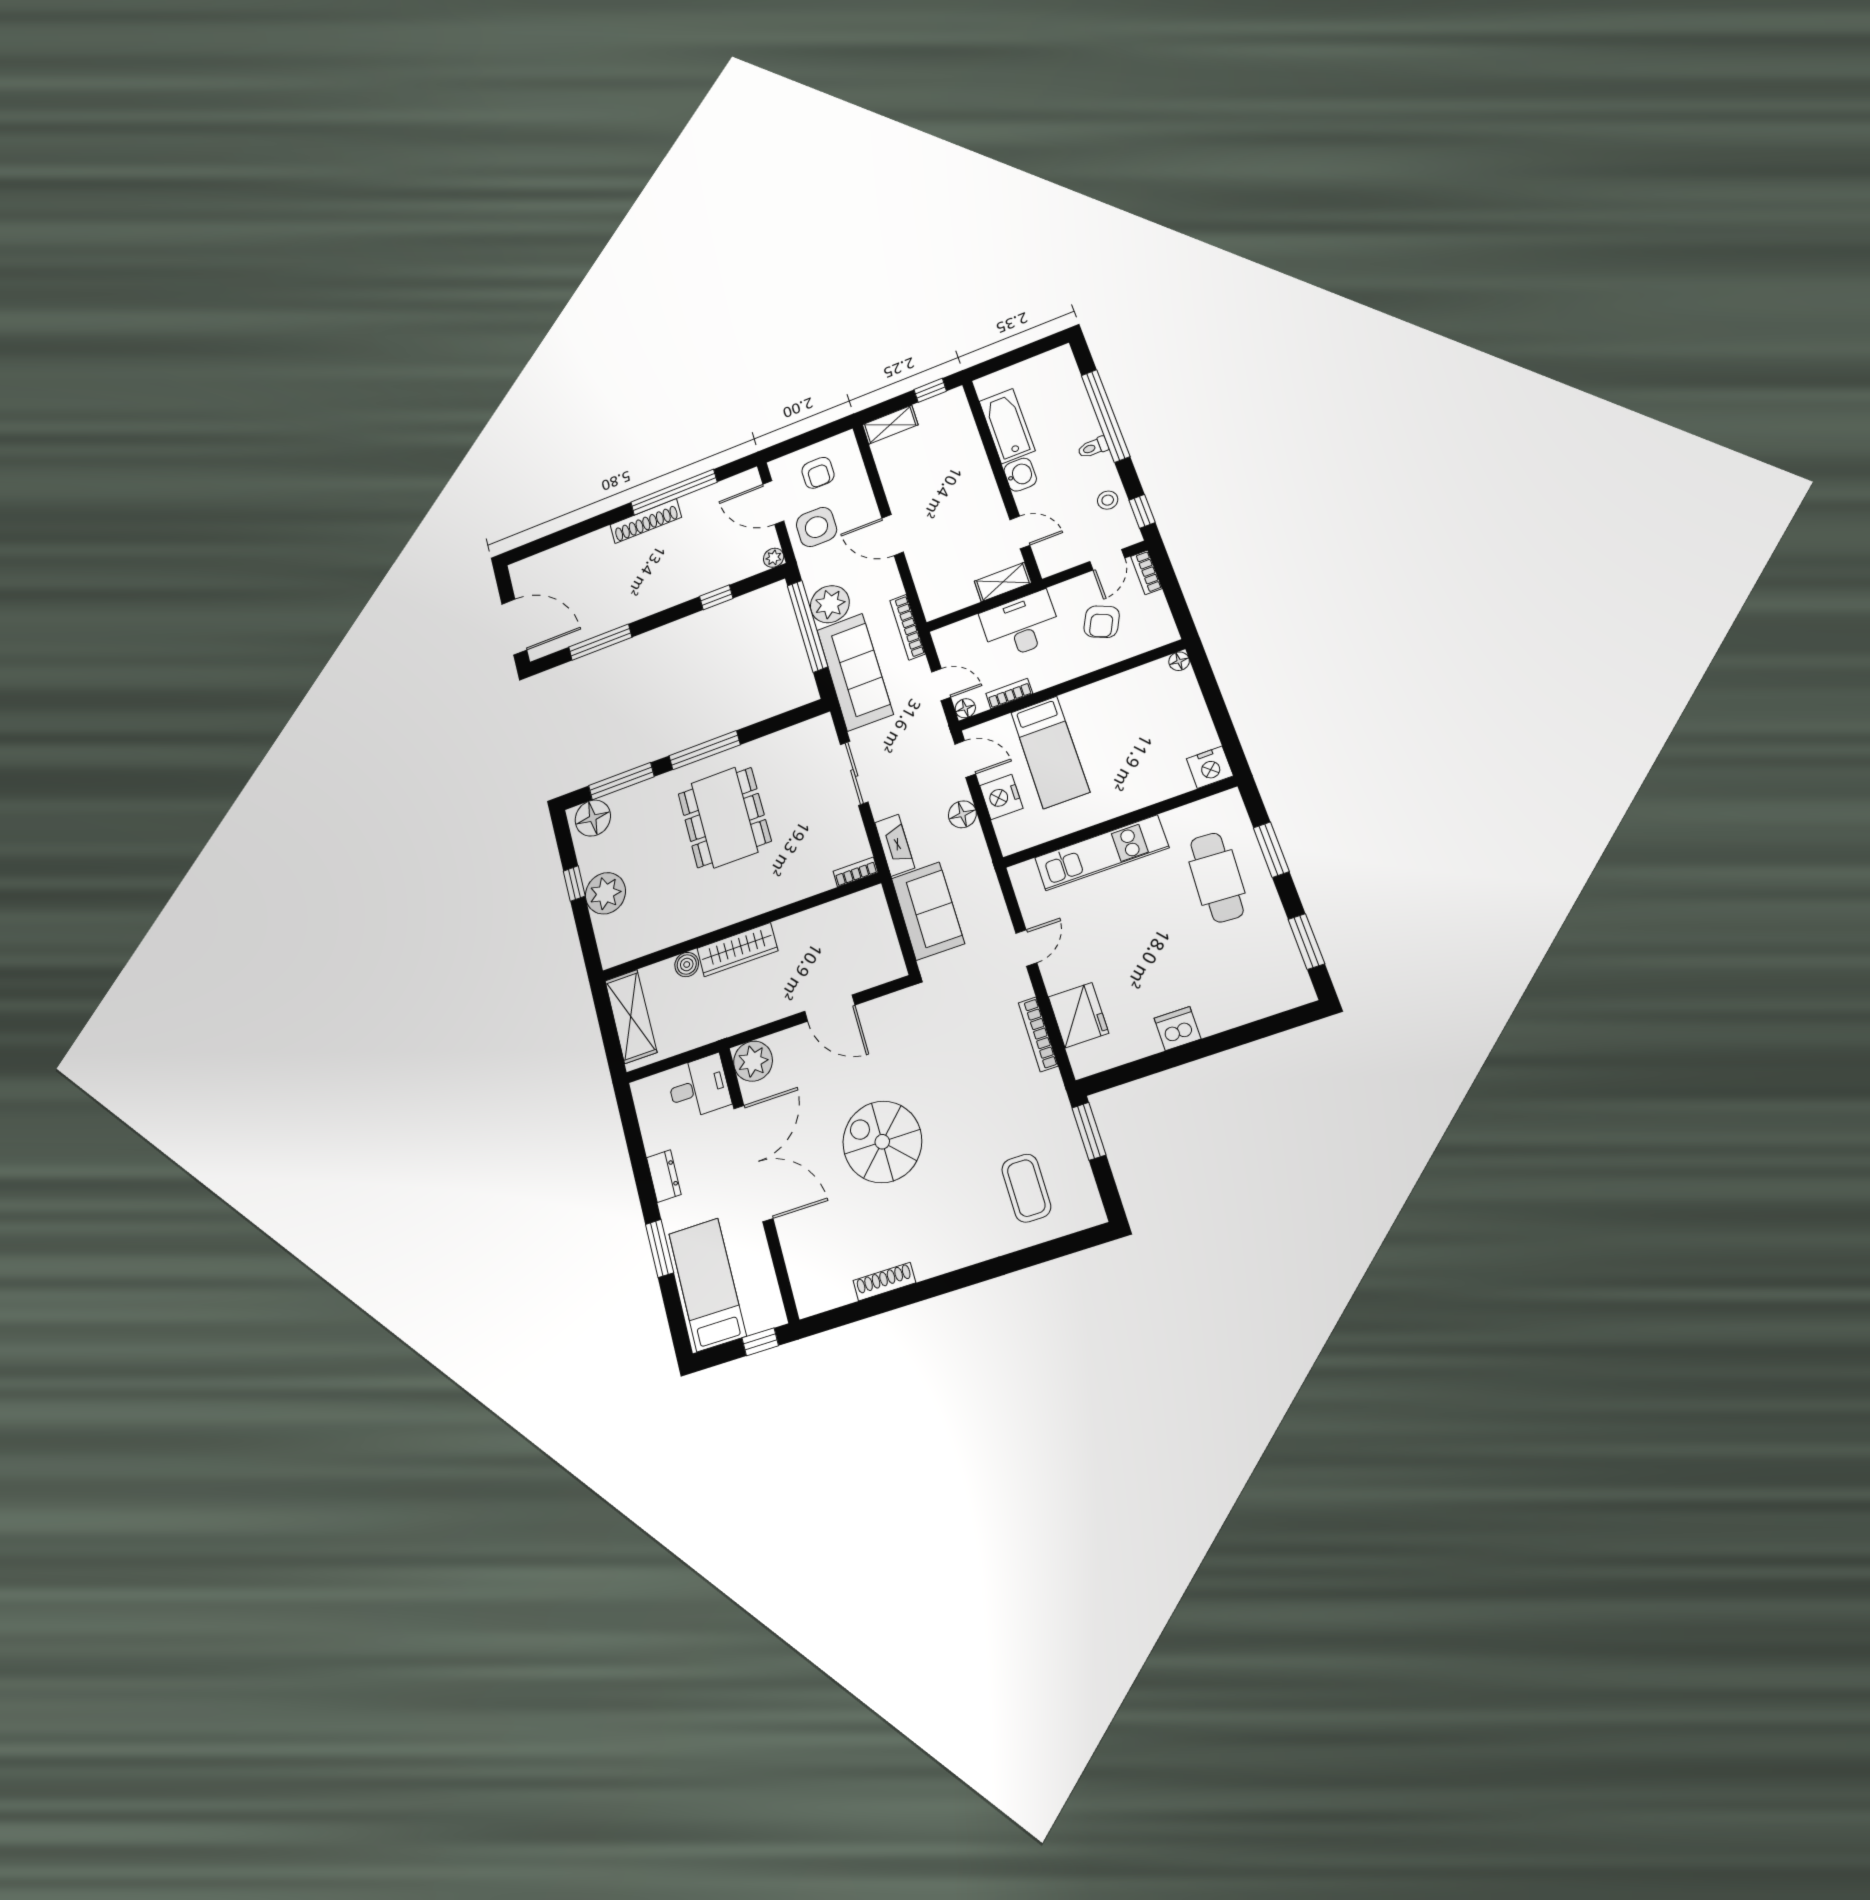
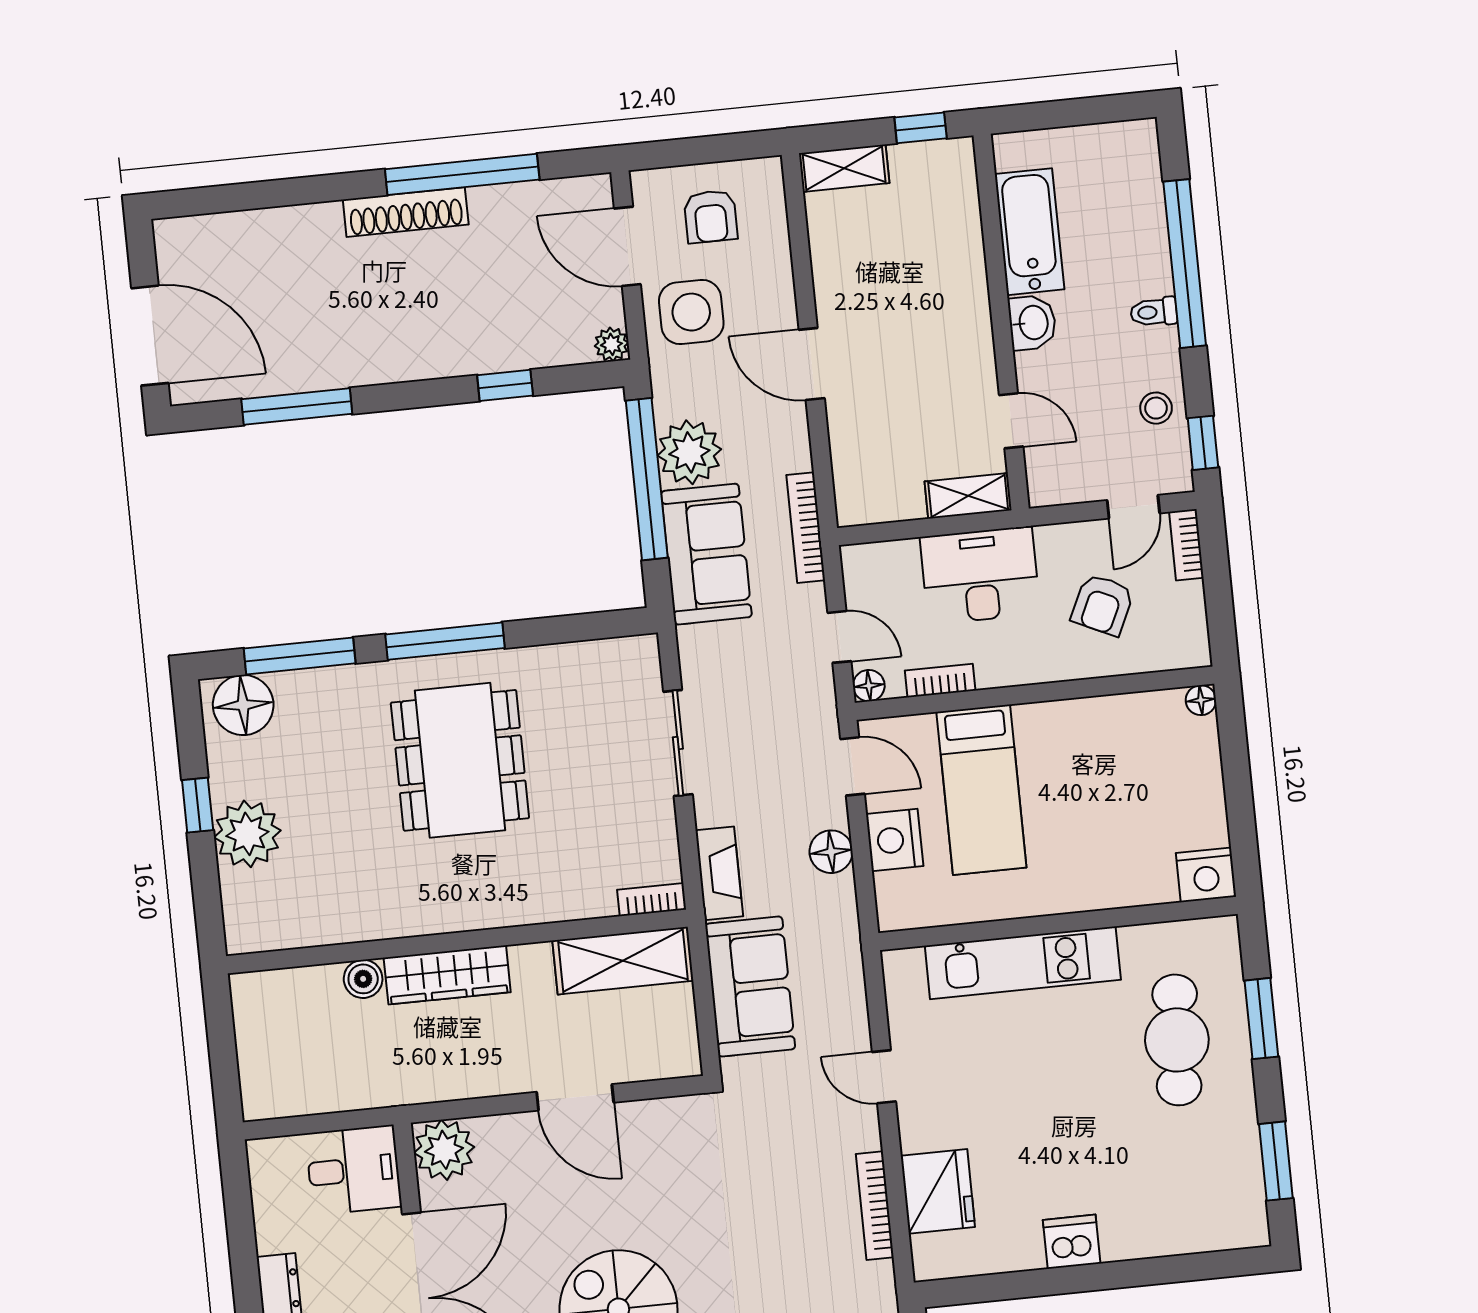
sofa: (855, 672) -> (706, 554), width x0.73
door: (1026, 948) -> (884, 1077), swing flipped
shelving: (631, 1016) -> (623, 961), moved, turned 90

